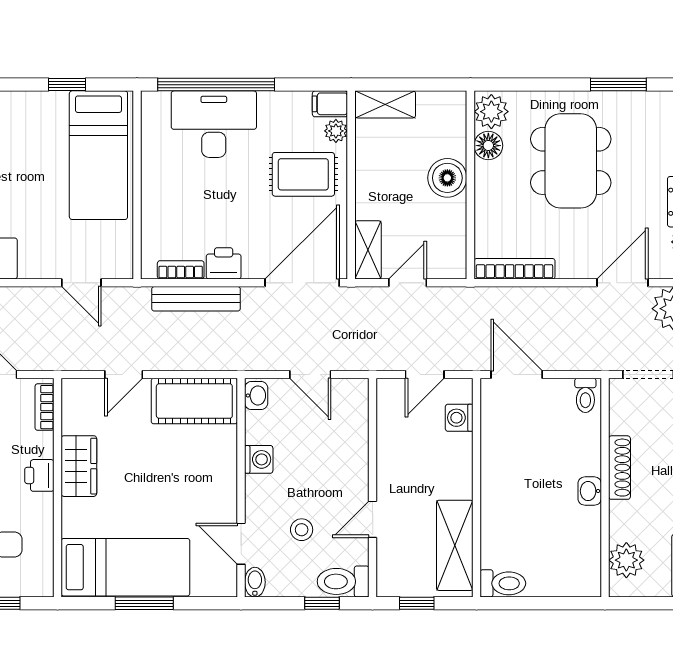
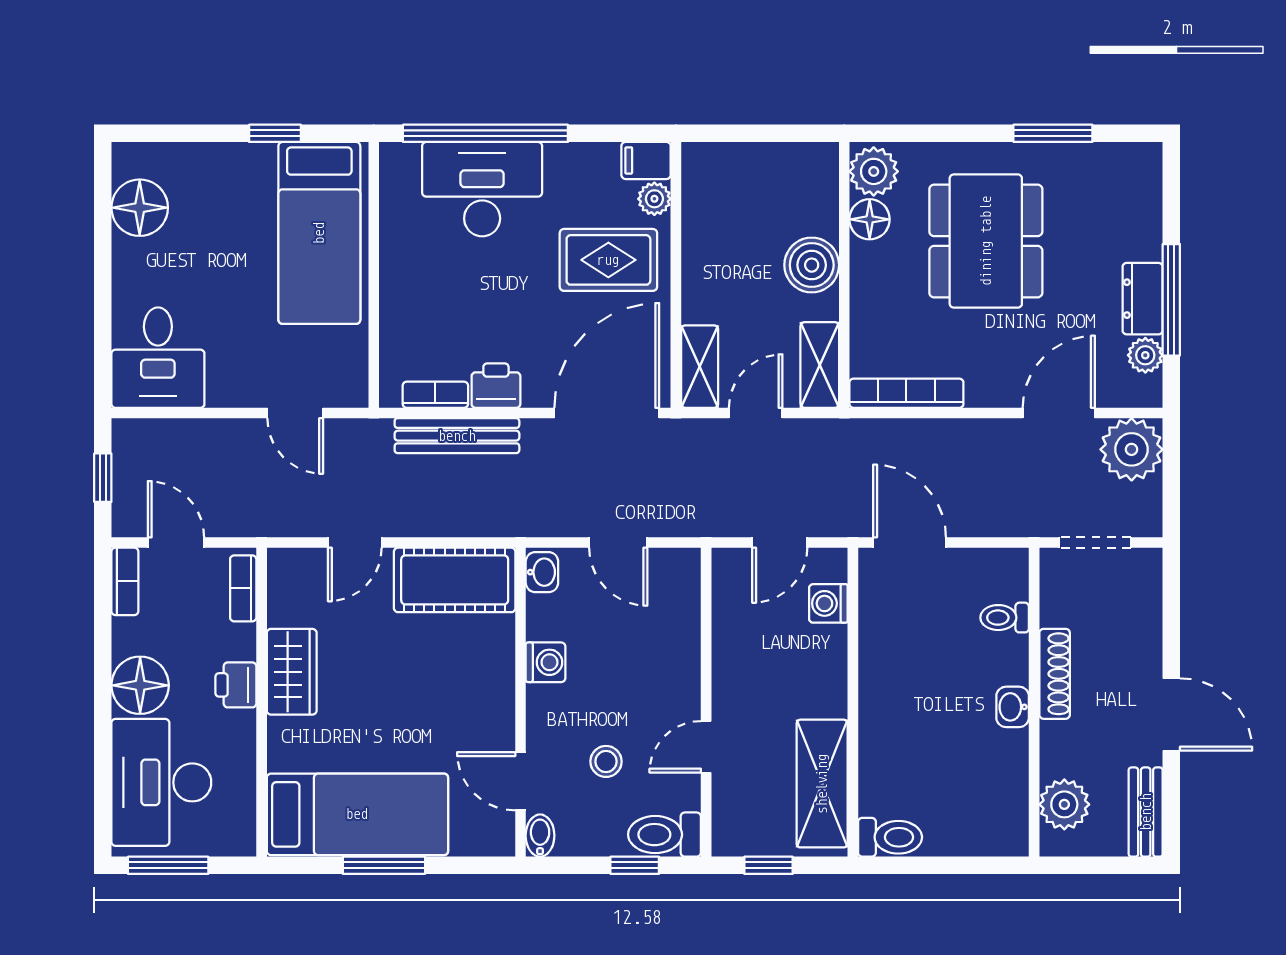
shelving: (385, 104) -> (820, 365), moved, turned 90
toilet: (585, 395) -> (1005, 618), moved, turned 90

